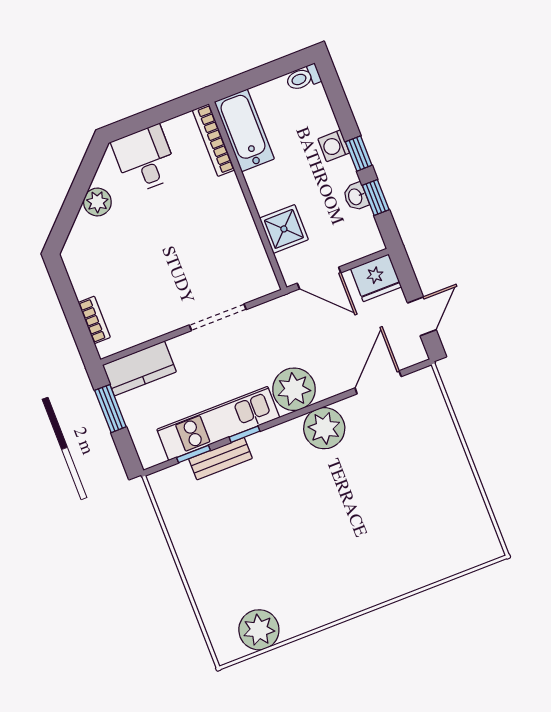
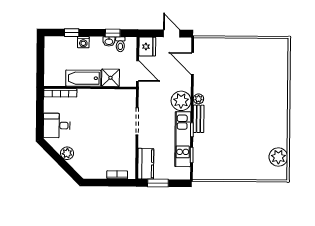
toilet: (303, 78) -> (120, 44), moved
bathtub: (244, 130) -> (83, 78), moved
window: (359, 153) -> (72, 33), moved
door: (319, 278) -> (138, 71), hinge flipped
plant: (324, 428) -> (198, 99), width x0.53, depth x0.53
bench: (221, 459) -> (199, 119), moved

